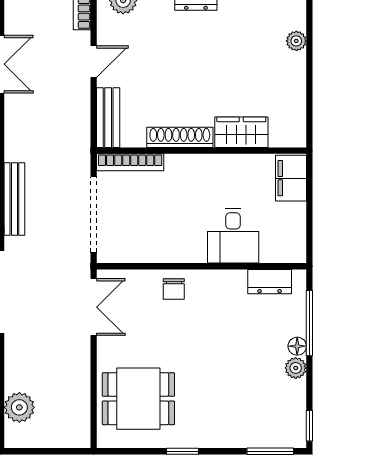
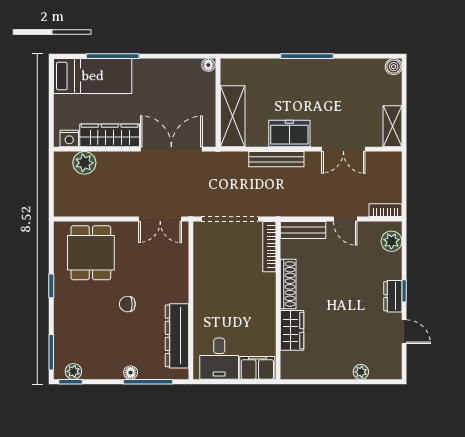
bench: (14, 199) -> (276, 159), moved
desk: (233, 236) -> (219, 359), moved, turned -90
dresser: (270, 282) -> (177, 336), width x1.96, depth x1.24
chair: (174, 289) -> (127, 304), moved
plant: (296, 368) -> (73, 371), moved

